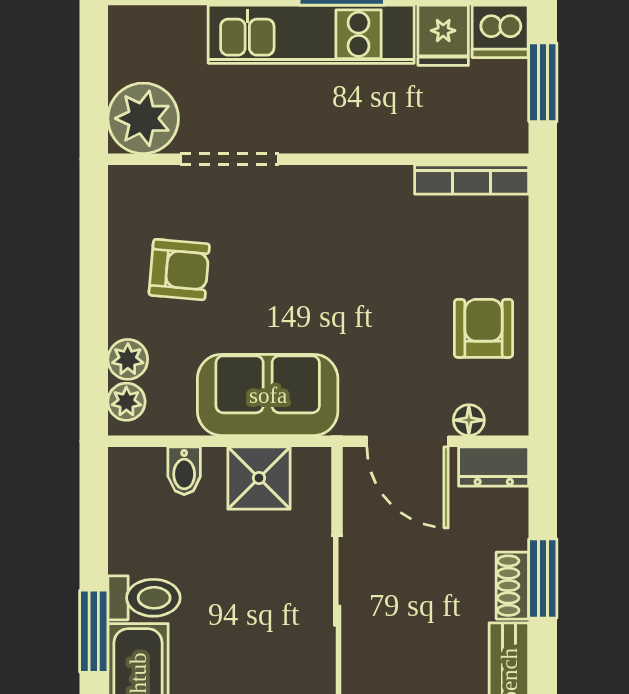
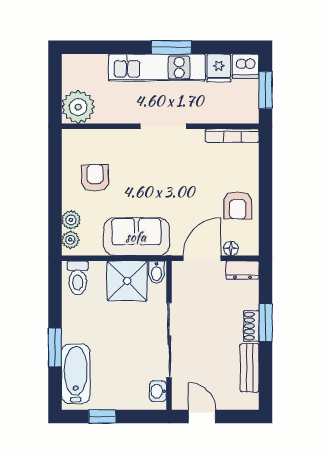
doorway: (230, 159) -> (163, 126), moved
armchair: (179, 270) -> (95, 178), turned -95
armchair: (484, 328) -> (238, 205), turned 180
door: (408, 441) -> (202, 258), swing flipped
bidet: (184, 471) -> (156, 272), moved
shower: (259, 478) -> (127, 281), width x1.36, depth x1.36
toilet: (144, 598) -> (78, 278), moved, turned 90

